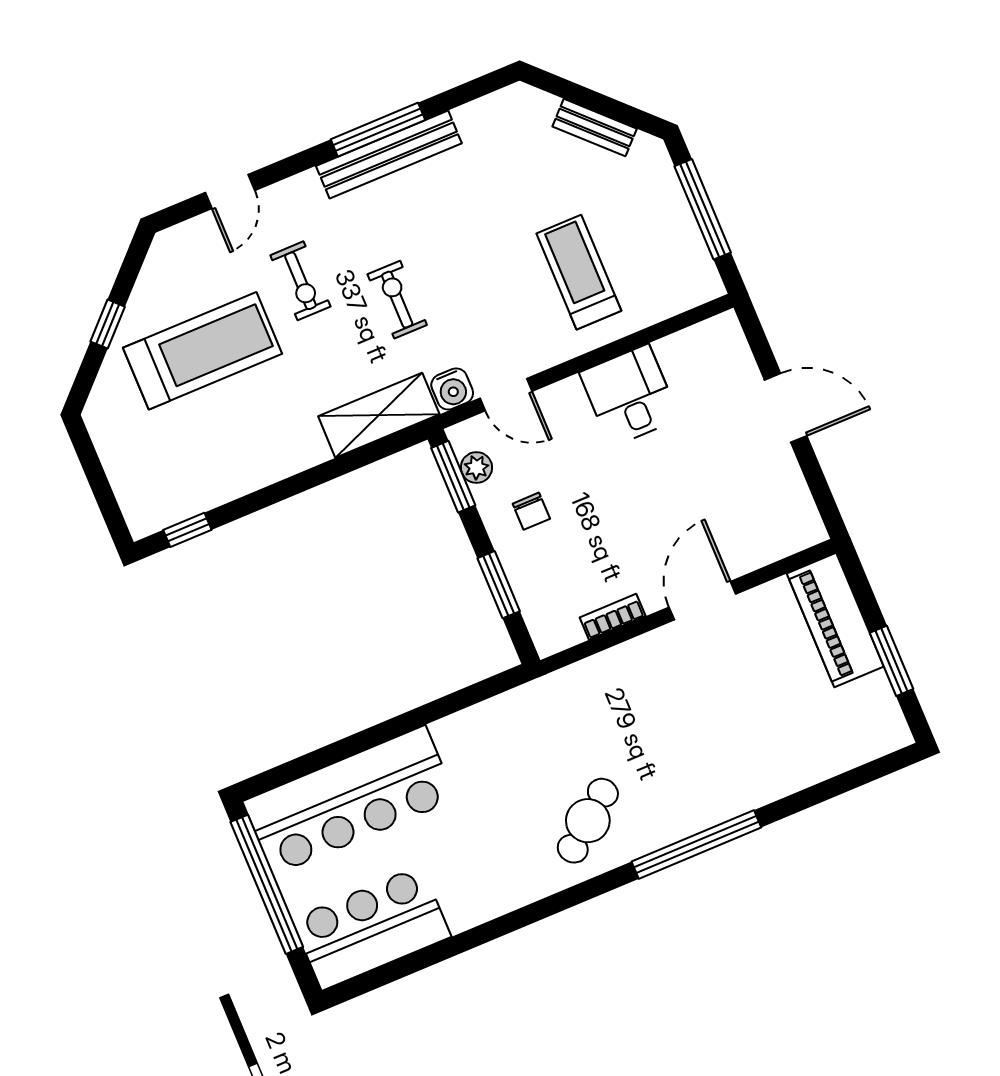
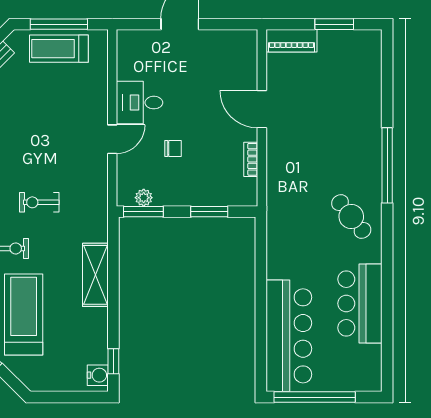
treadmill: (579, 272) -> (59, 49), moved
water cooler: (452, 389) -> (98, 375), moved
door: (506, 395) -> (112, 139), moved
shelving: (379, 415) -> (95, 275), moved
chair: (531, 511) -> (173, 148), moved
piano: (835, 620) -> (291, 41), width x0.73, depth x0.75
bar counter: (371, 928) -> (360, 303), moved

